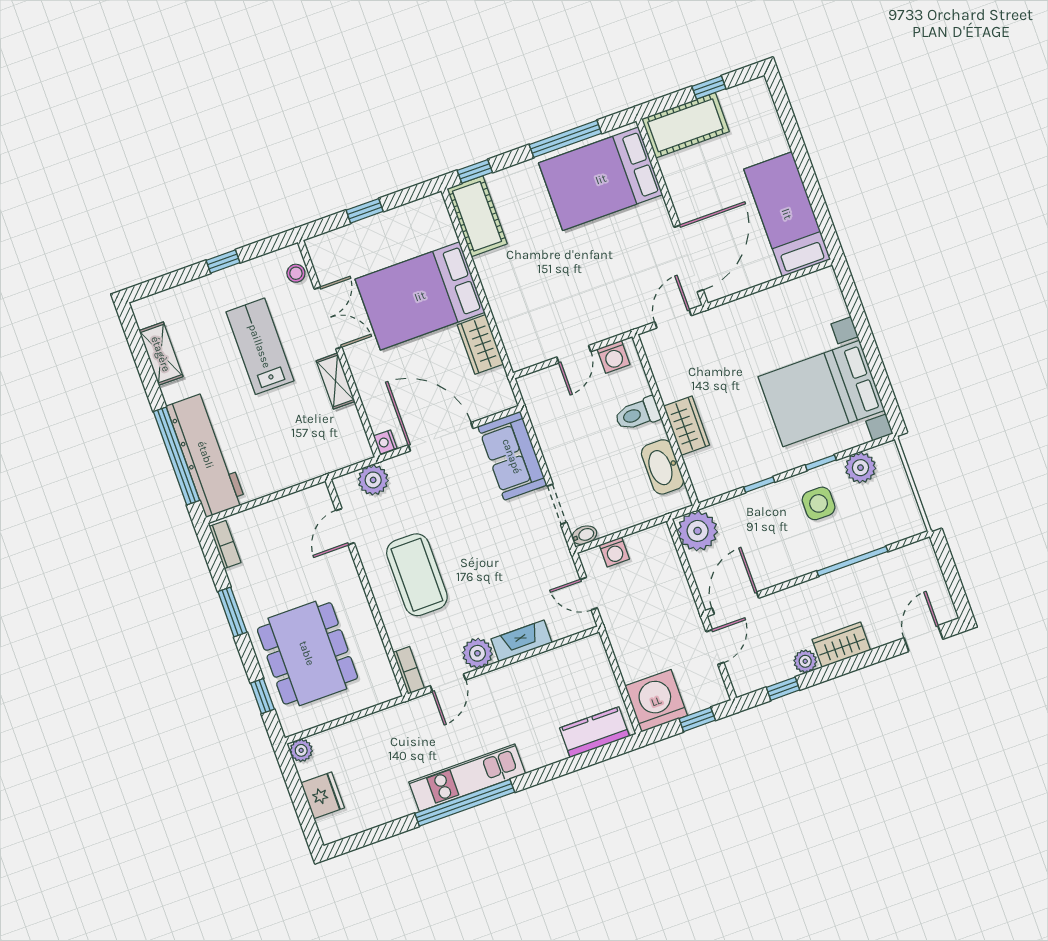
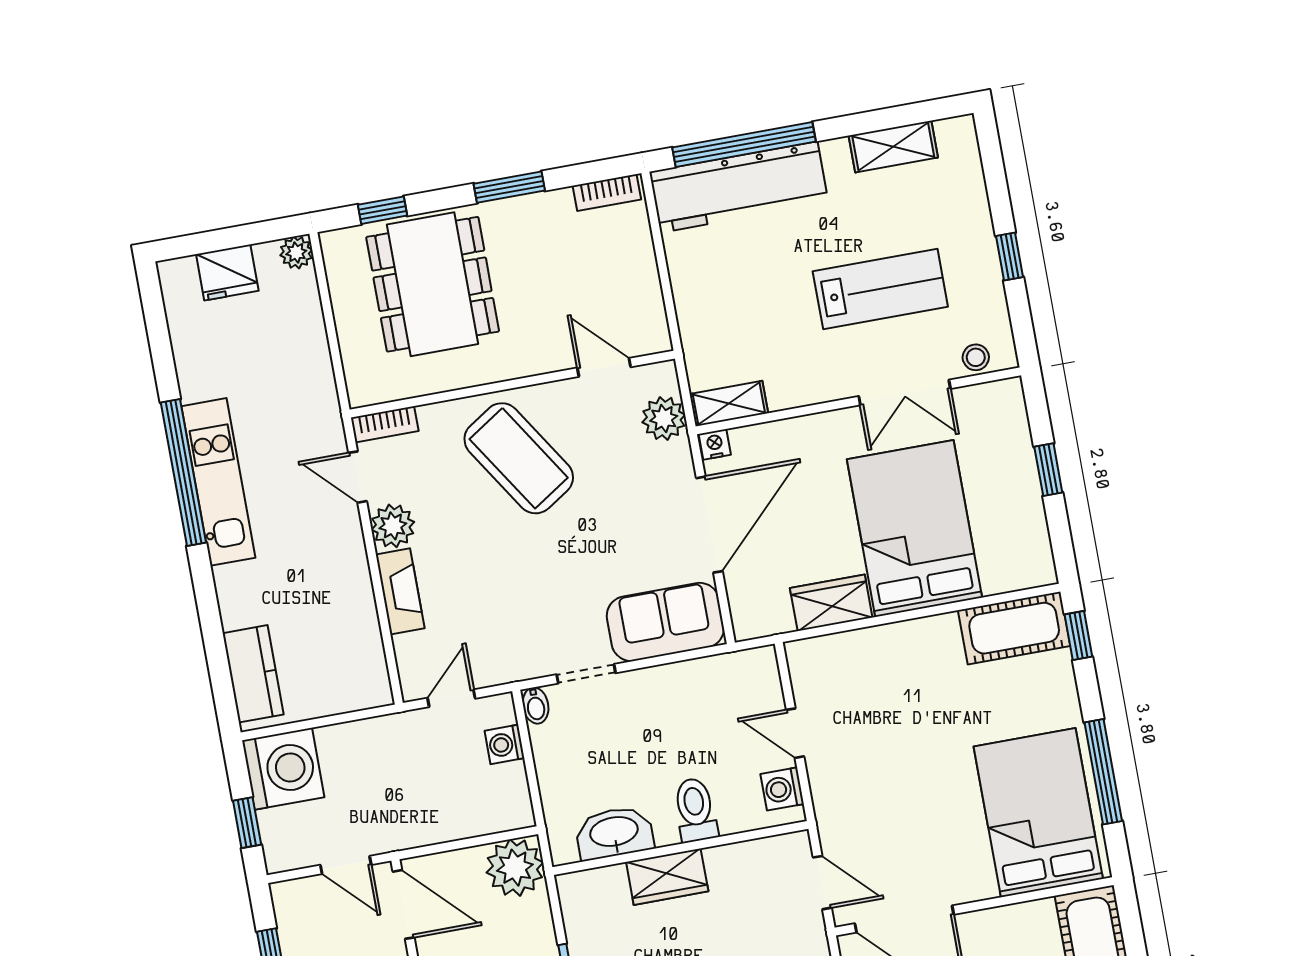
shelving: (336, 381) -> (729, 404), moved
coffee table: (417, 575) -> (519, 458), turned 57
dining table: (307, 653) -> (433, 284), turned 90

